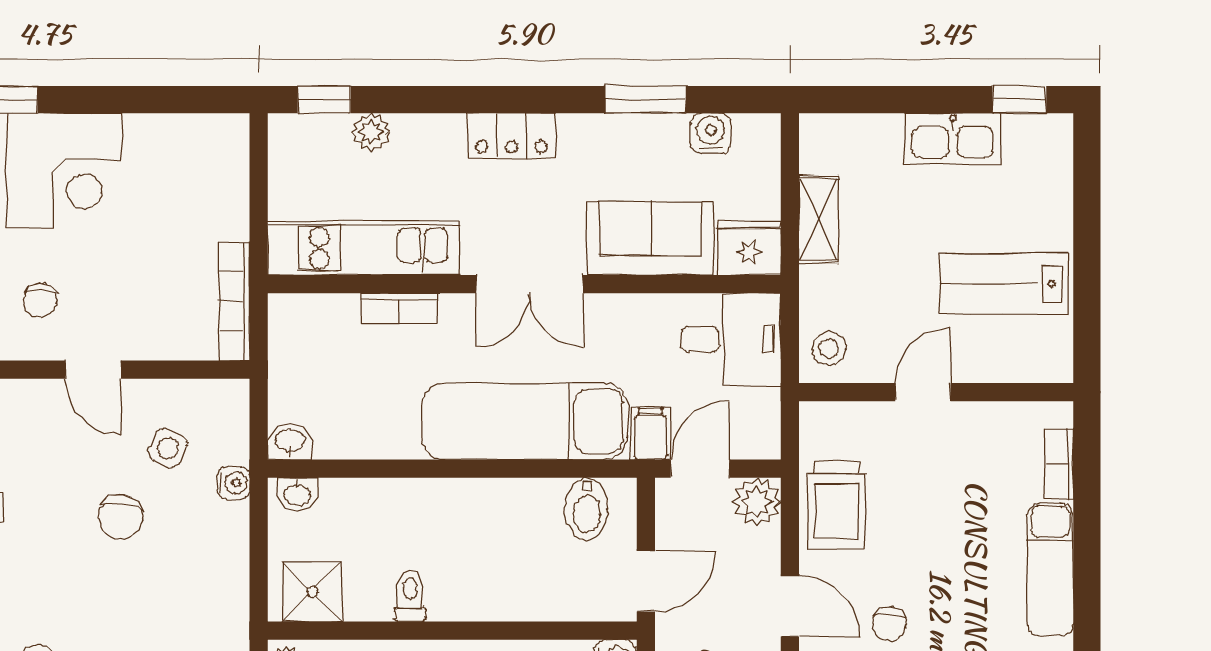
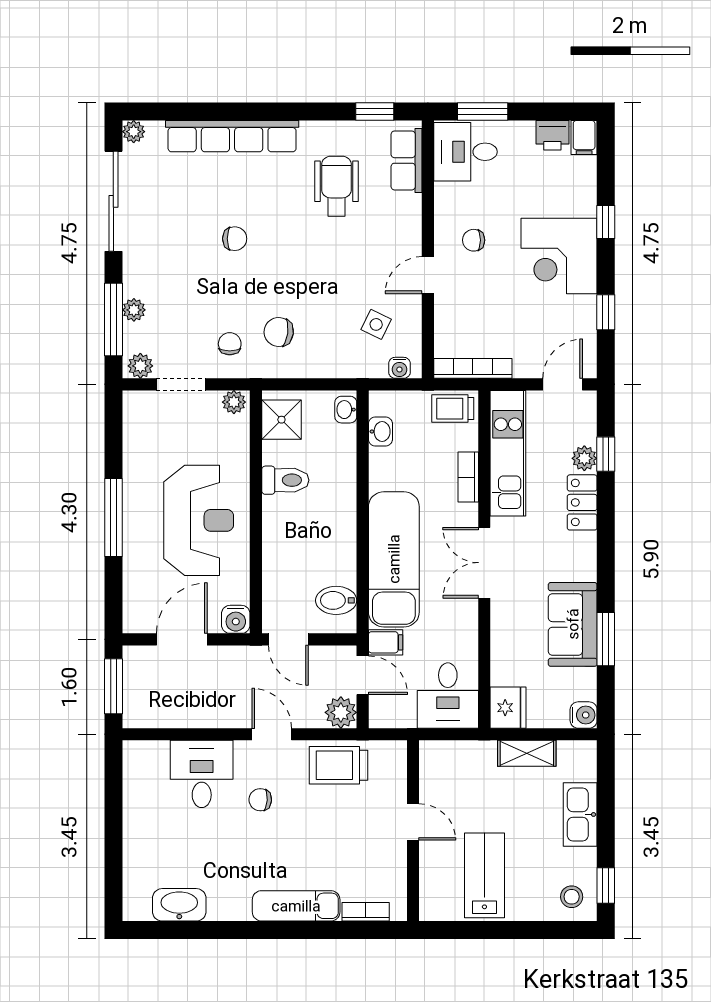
window: (149, 100) -> (606, 312), added
window: (324, 100) -> (606, 454), moved
water cooler: (711, 133) -> (584, 715), moved
locker: (511, 136) -> (582, 502), moved
kitchen sink: (953, 139) -> (580, 814), moved
door: (259, 165) -> (563, 384), added
sofa: (651, 238) -> (573, 624), moved, turned 180
trolley: (295, 332) -> (453, 409), added
stool: (829, 348) -> (572, 897), moved
washbasin: (290, 442) -> (380, 432), moved
water cooler: (234, 483) -> (399, 368), moved
chair: (121, 517) -> (279, 332), moved
toilet: (410, 596) -> (285, 480), width x1.37, depth x1.39
door: (790, 606) -> (272, 734), swing flipped

